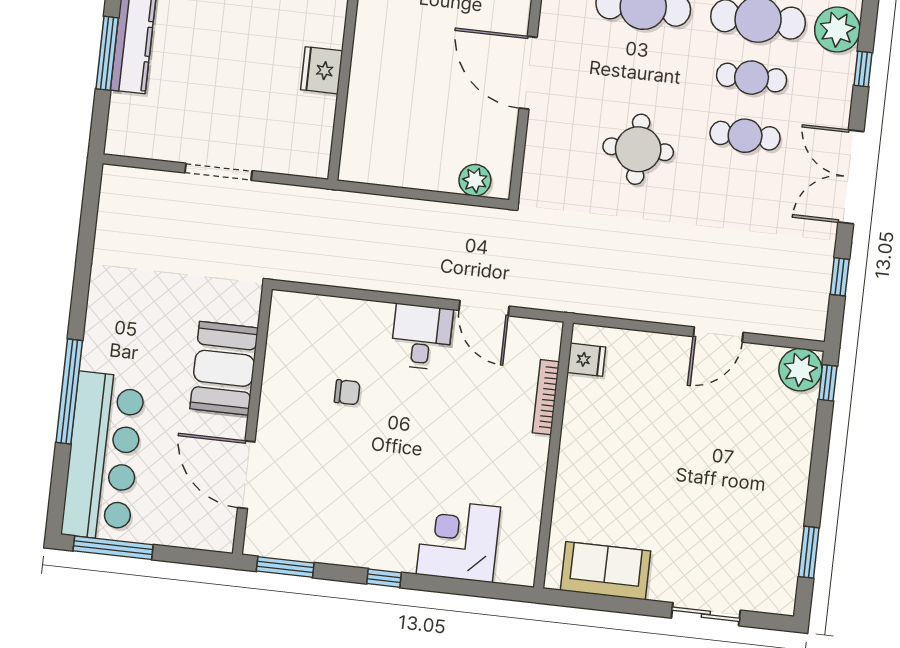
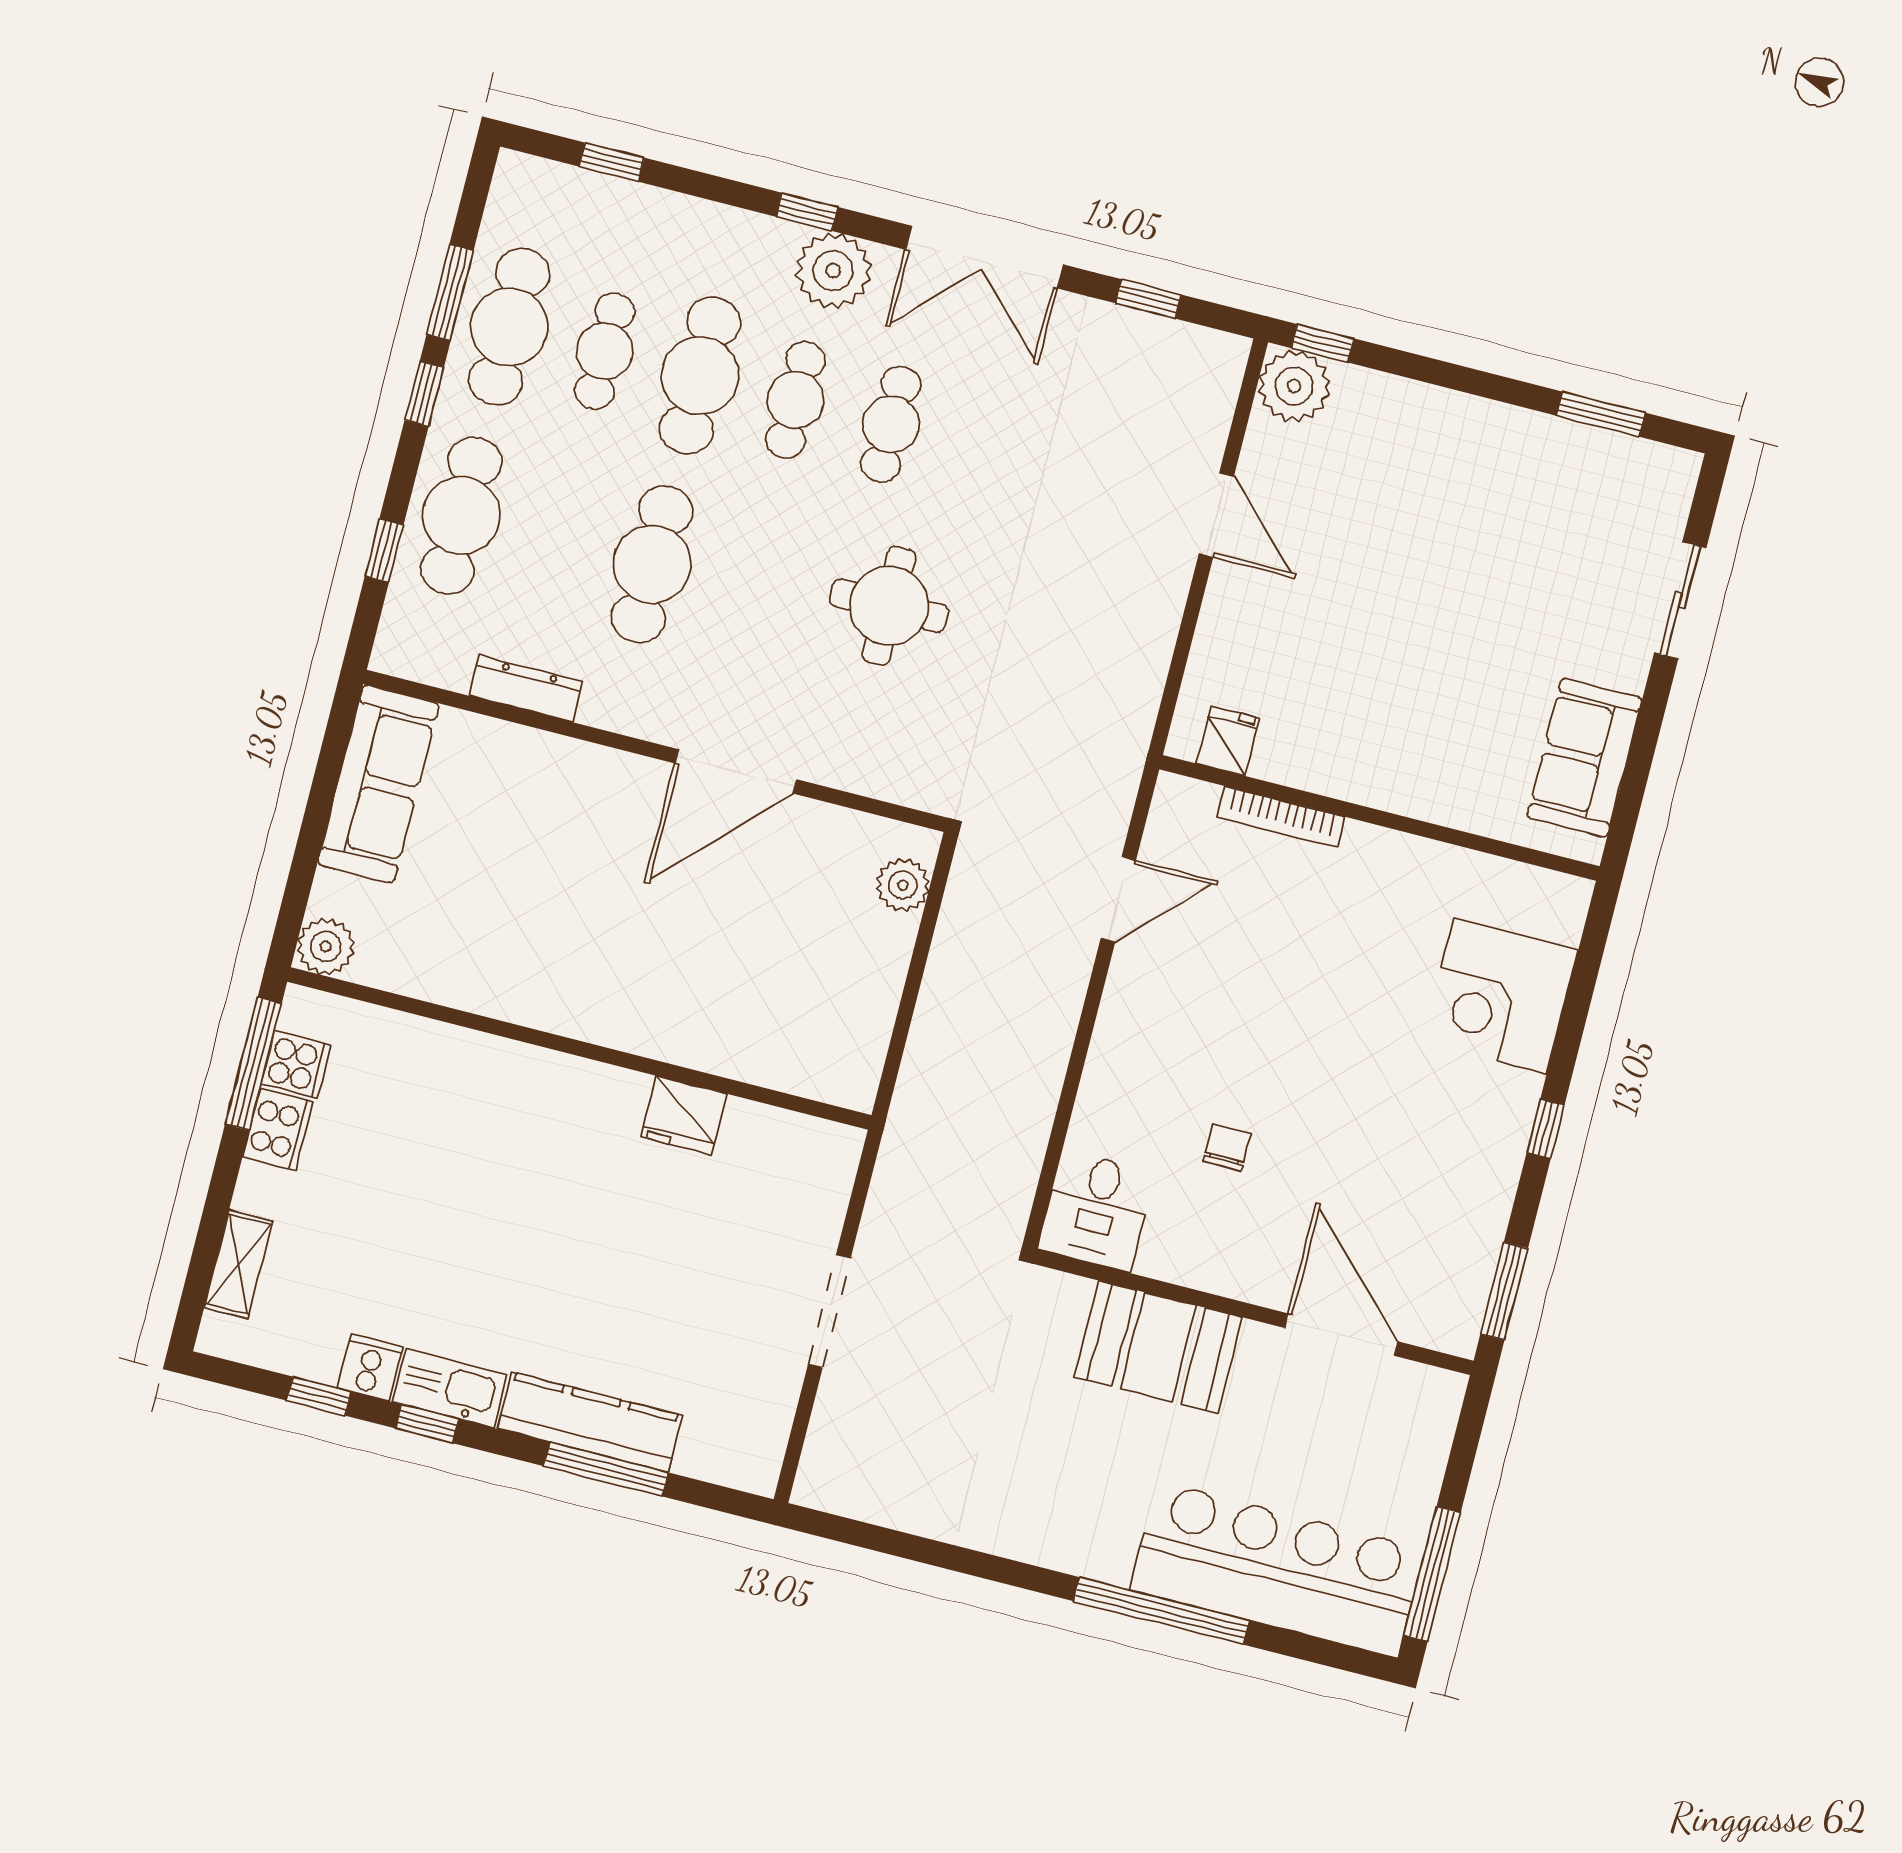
plant: (837, 29) -> (833, 271), moved
desk: (422, 337) -> (1097, 1211), moved, turned -90
door: (246, 475) -> (1341, 1335), swing flipped

